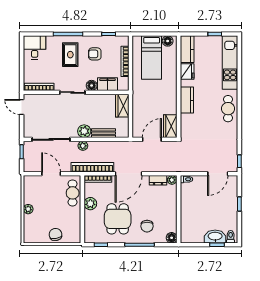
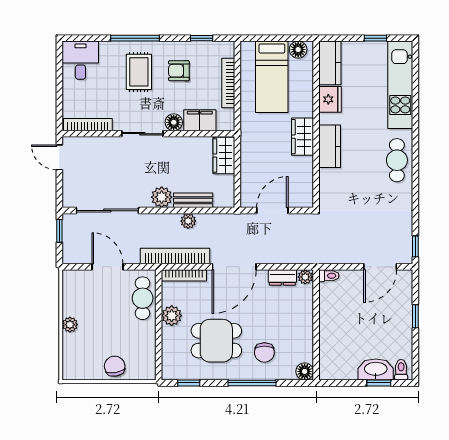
wardrobe: (170, 126) -> (302, 137), moved
plant: (83, 146) -> (188, 221), moved
dining table: (118, 219) -> (216, 341), turned 90

